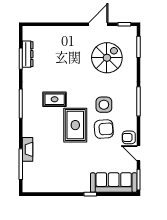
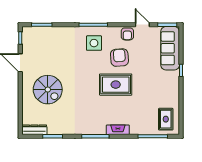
dresser: (28, 54) -> (34, 130), moved
spiral stairs: (107, 58) -> (48, 90), moved, turned 180
rug: (55, 99) -> (166, 119), moved
side table: (104, 105) -> (94, 43), moved
fireplace: (28, 149) -> (118, 130), moved
door: (138, 153) -> (142, 25), swing flipped

